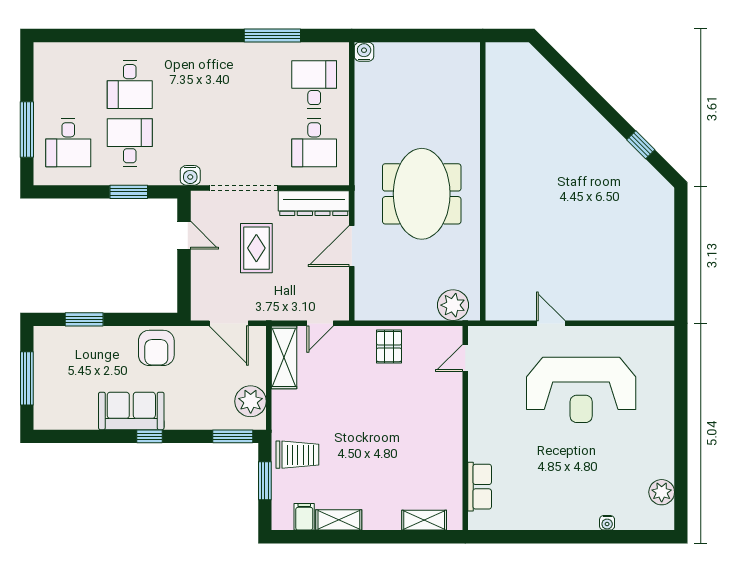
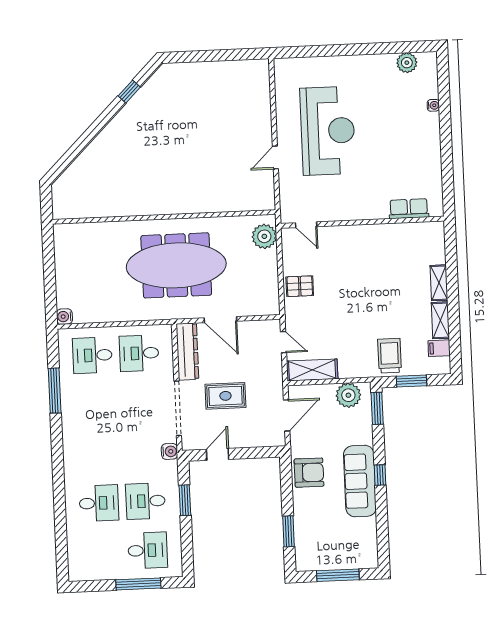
desk: (314, 143) -> (139, 353), turned 180
meeting table: (422, 194) -> (176, 265), width x1.36
sofa: (131, 411) -> (360, 481), width x1.36
shelving: (424, 520) -> (439, 283), moved

